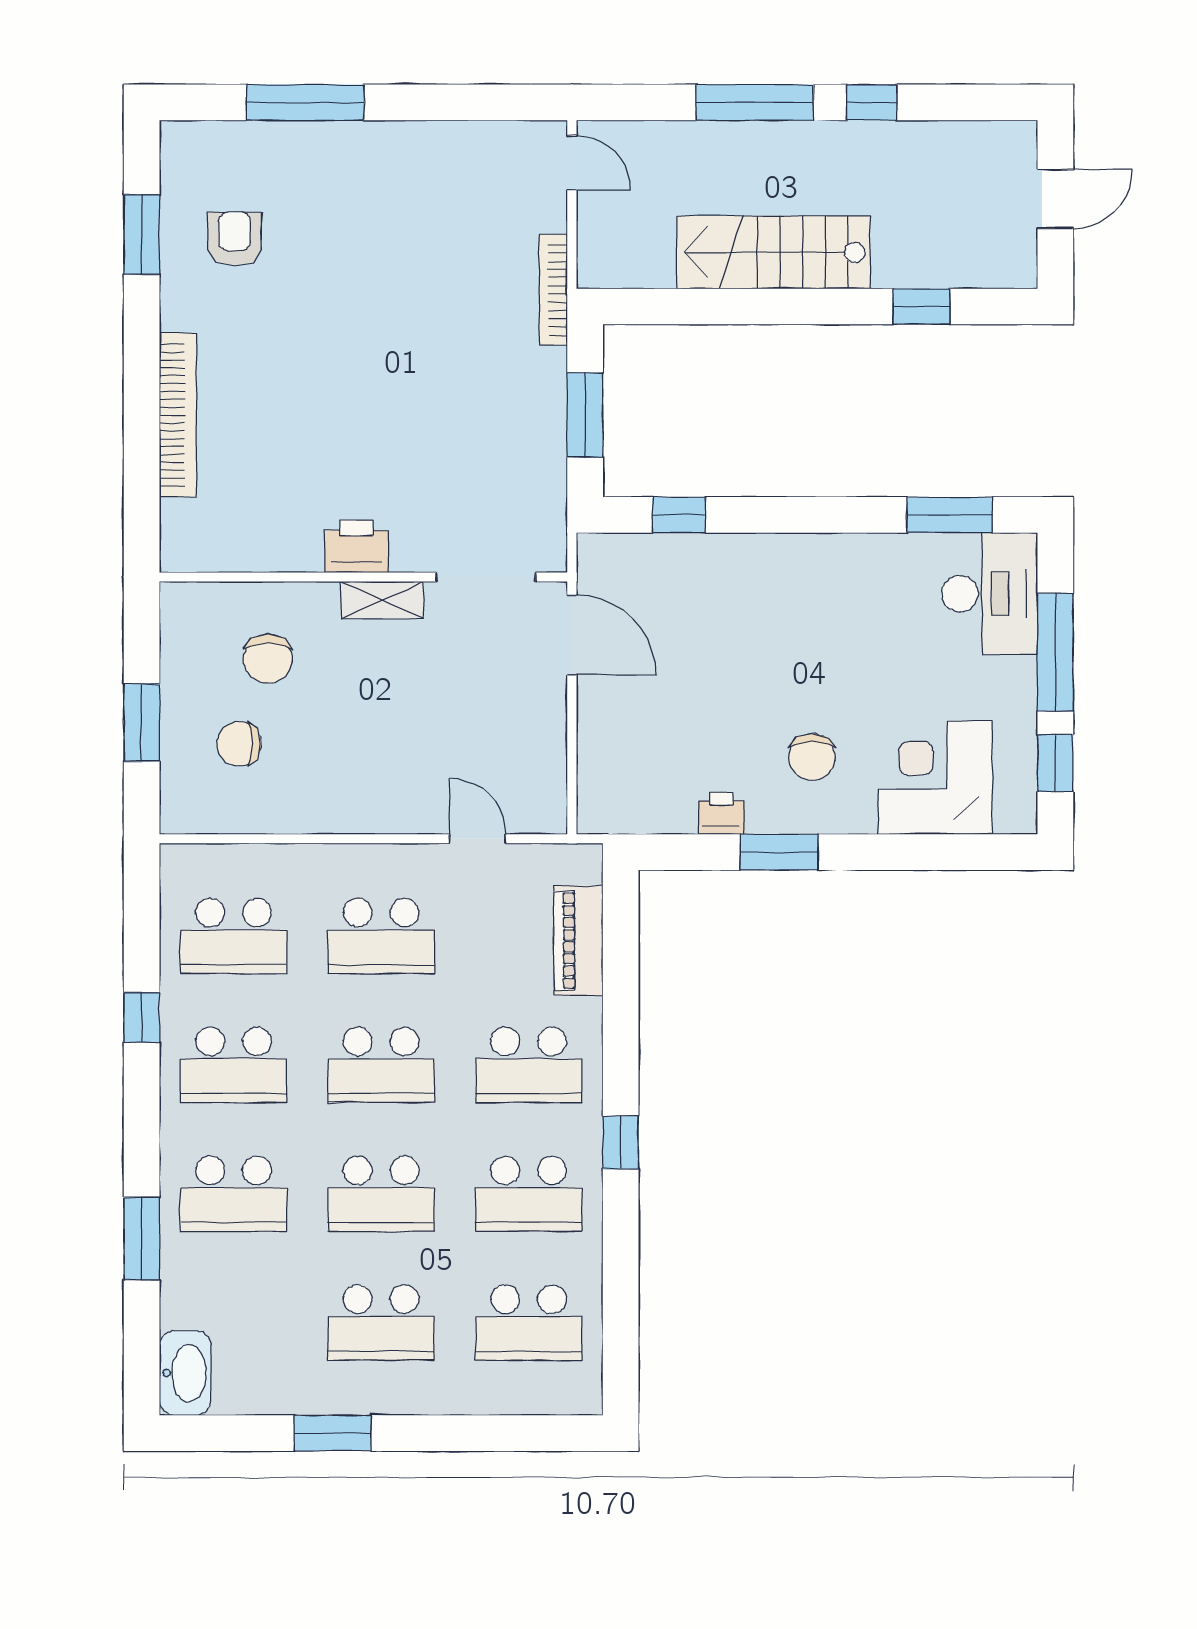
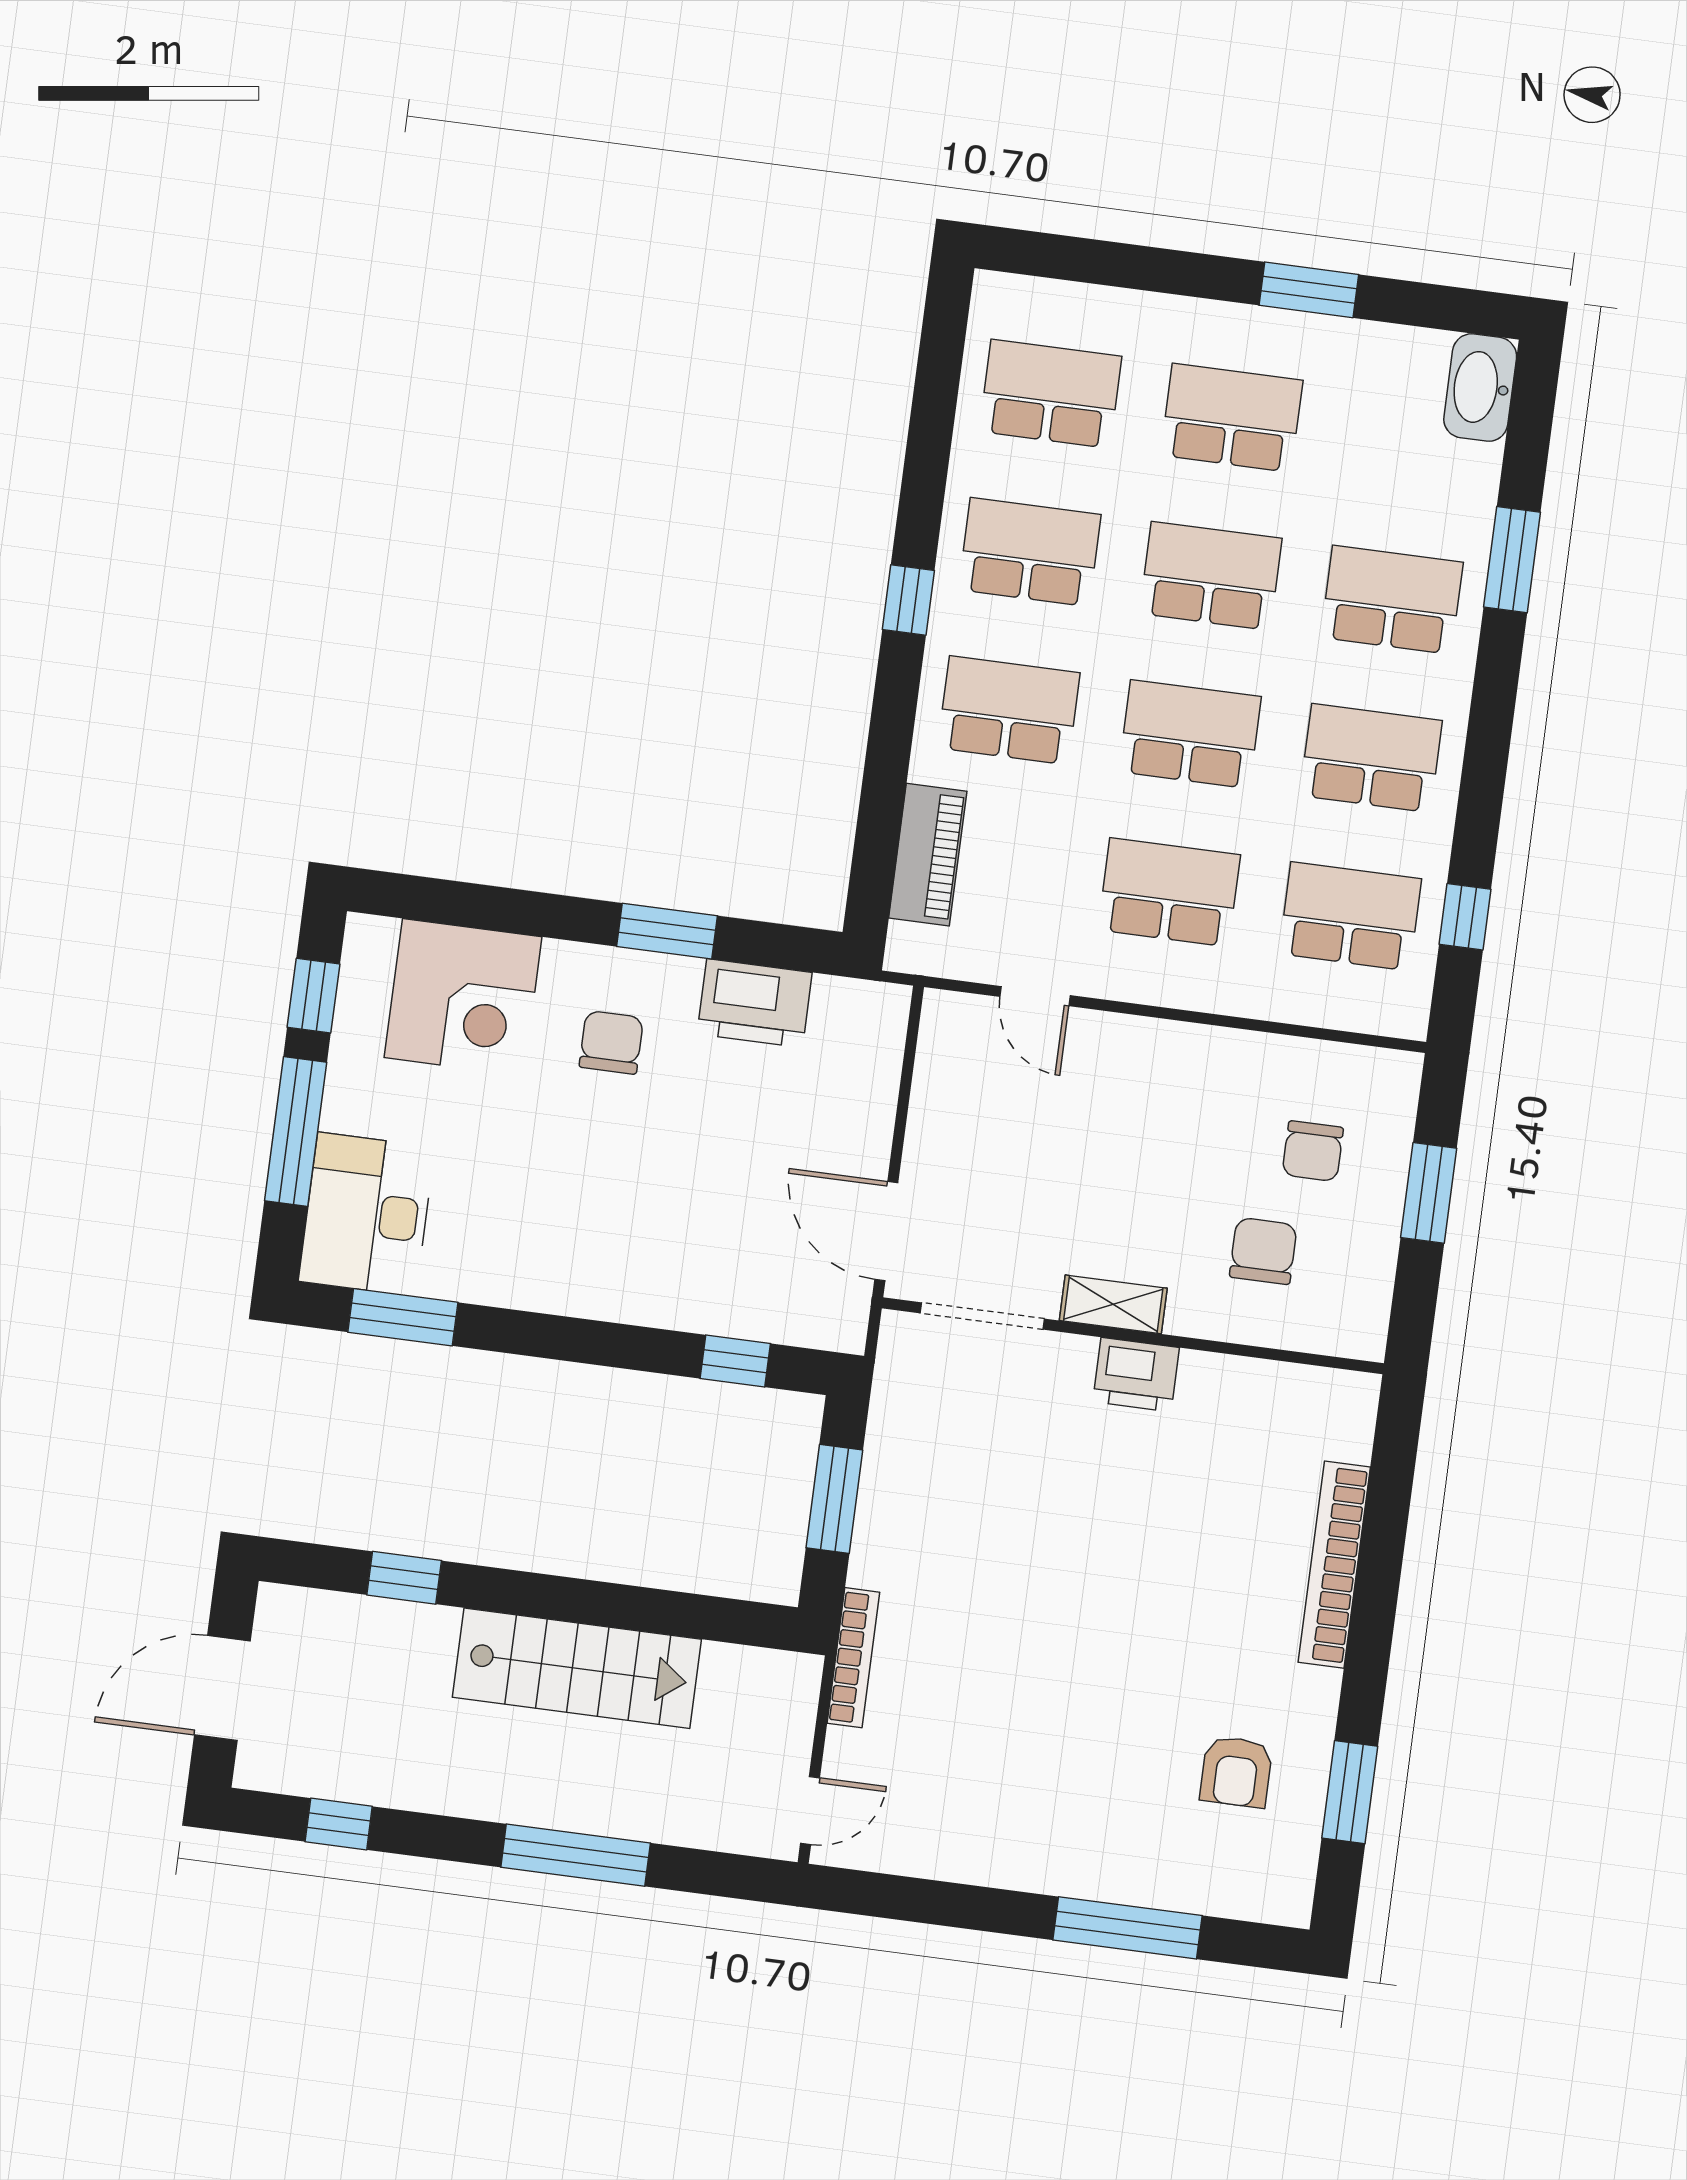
window: (872, 102) -> (339, 1824), moved
door: (572, 163) -> (810, 1811), swing flipped
door: (1055, 199) -> (222, 1688), width x1.38
chair: (239, 744) -> (1313, 1151), turned 90
printer: (721, 813) -> (755, 1003), width x1.87, depth x1.48
window: (142, 1017) -> (1465, 917), moved

